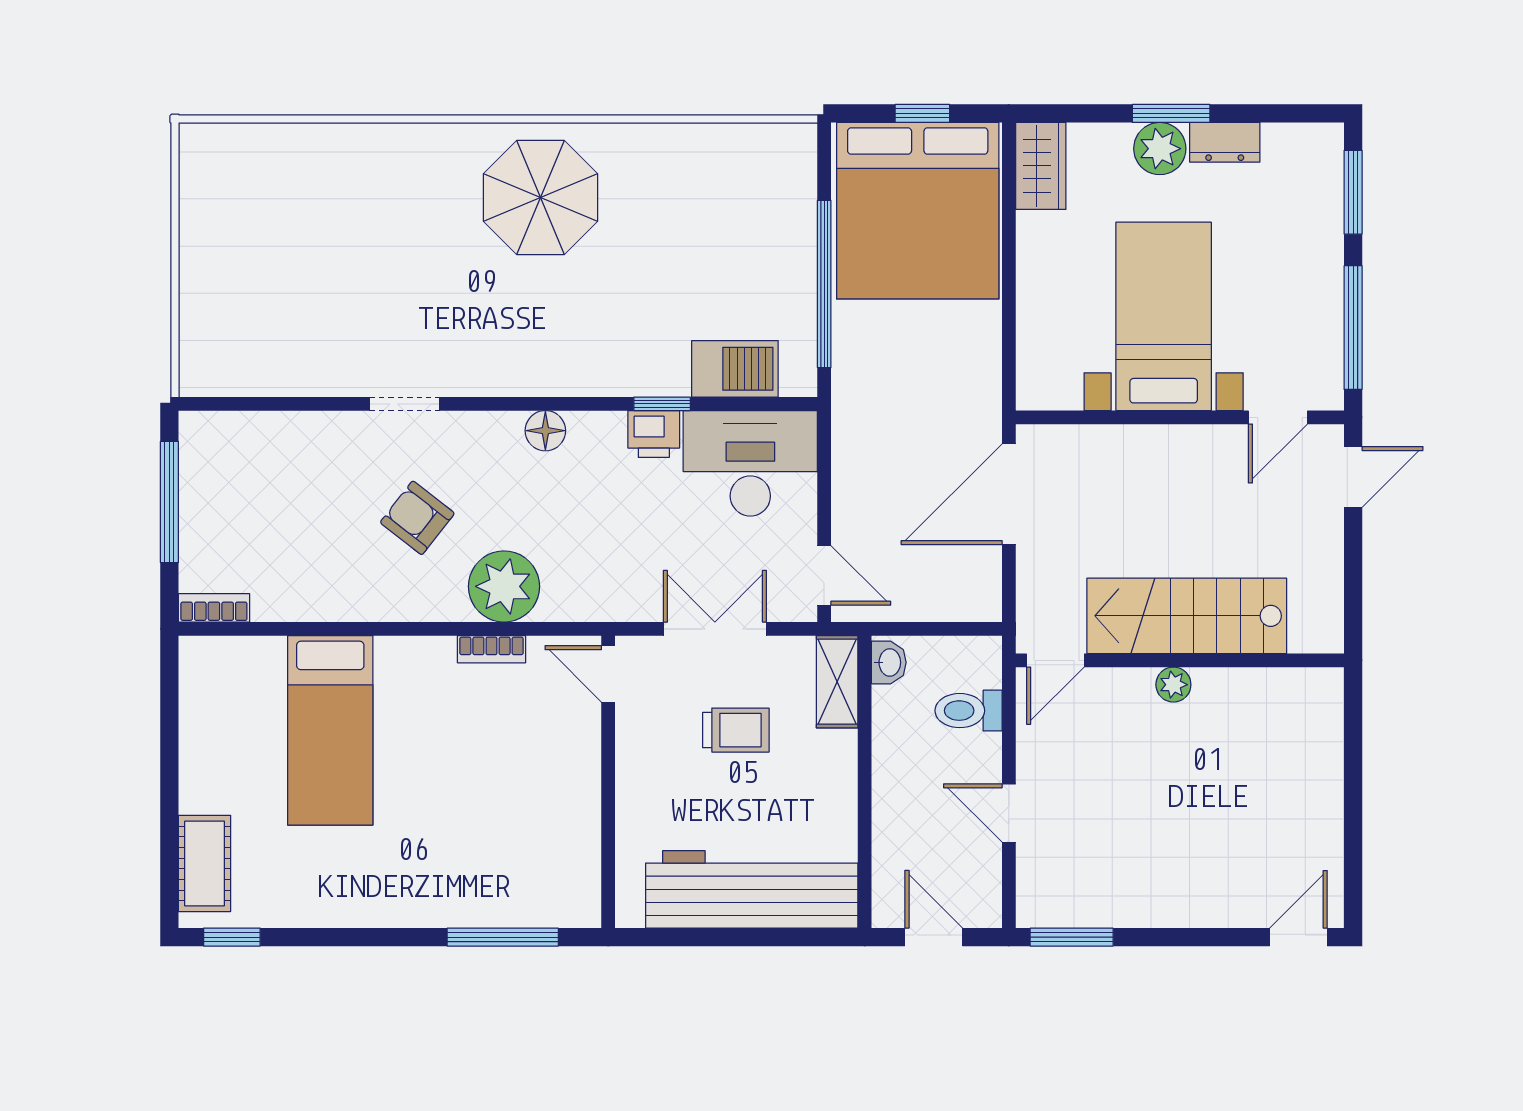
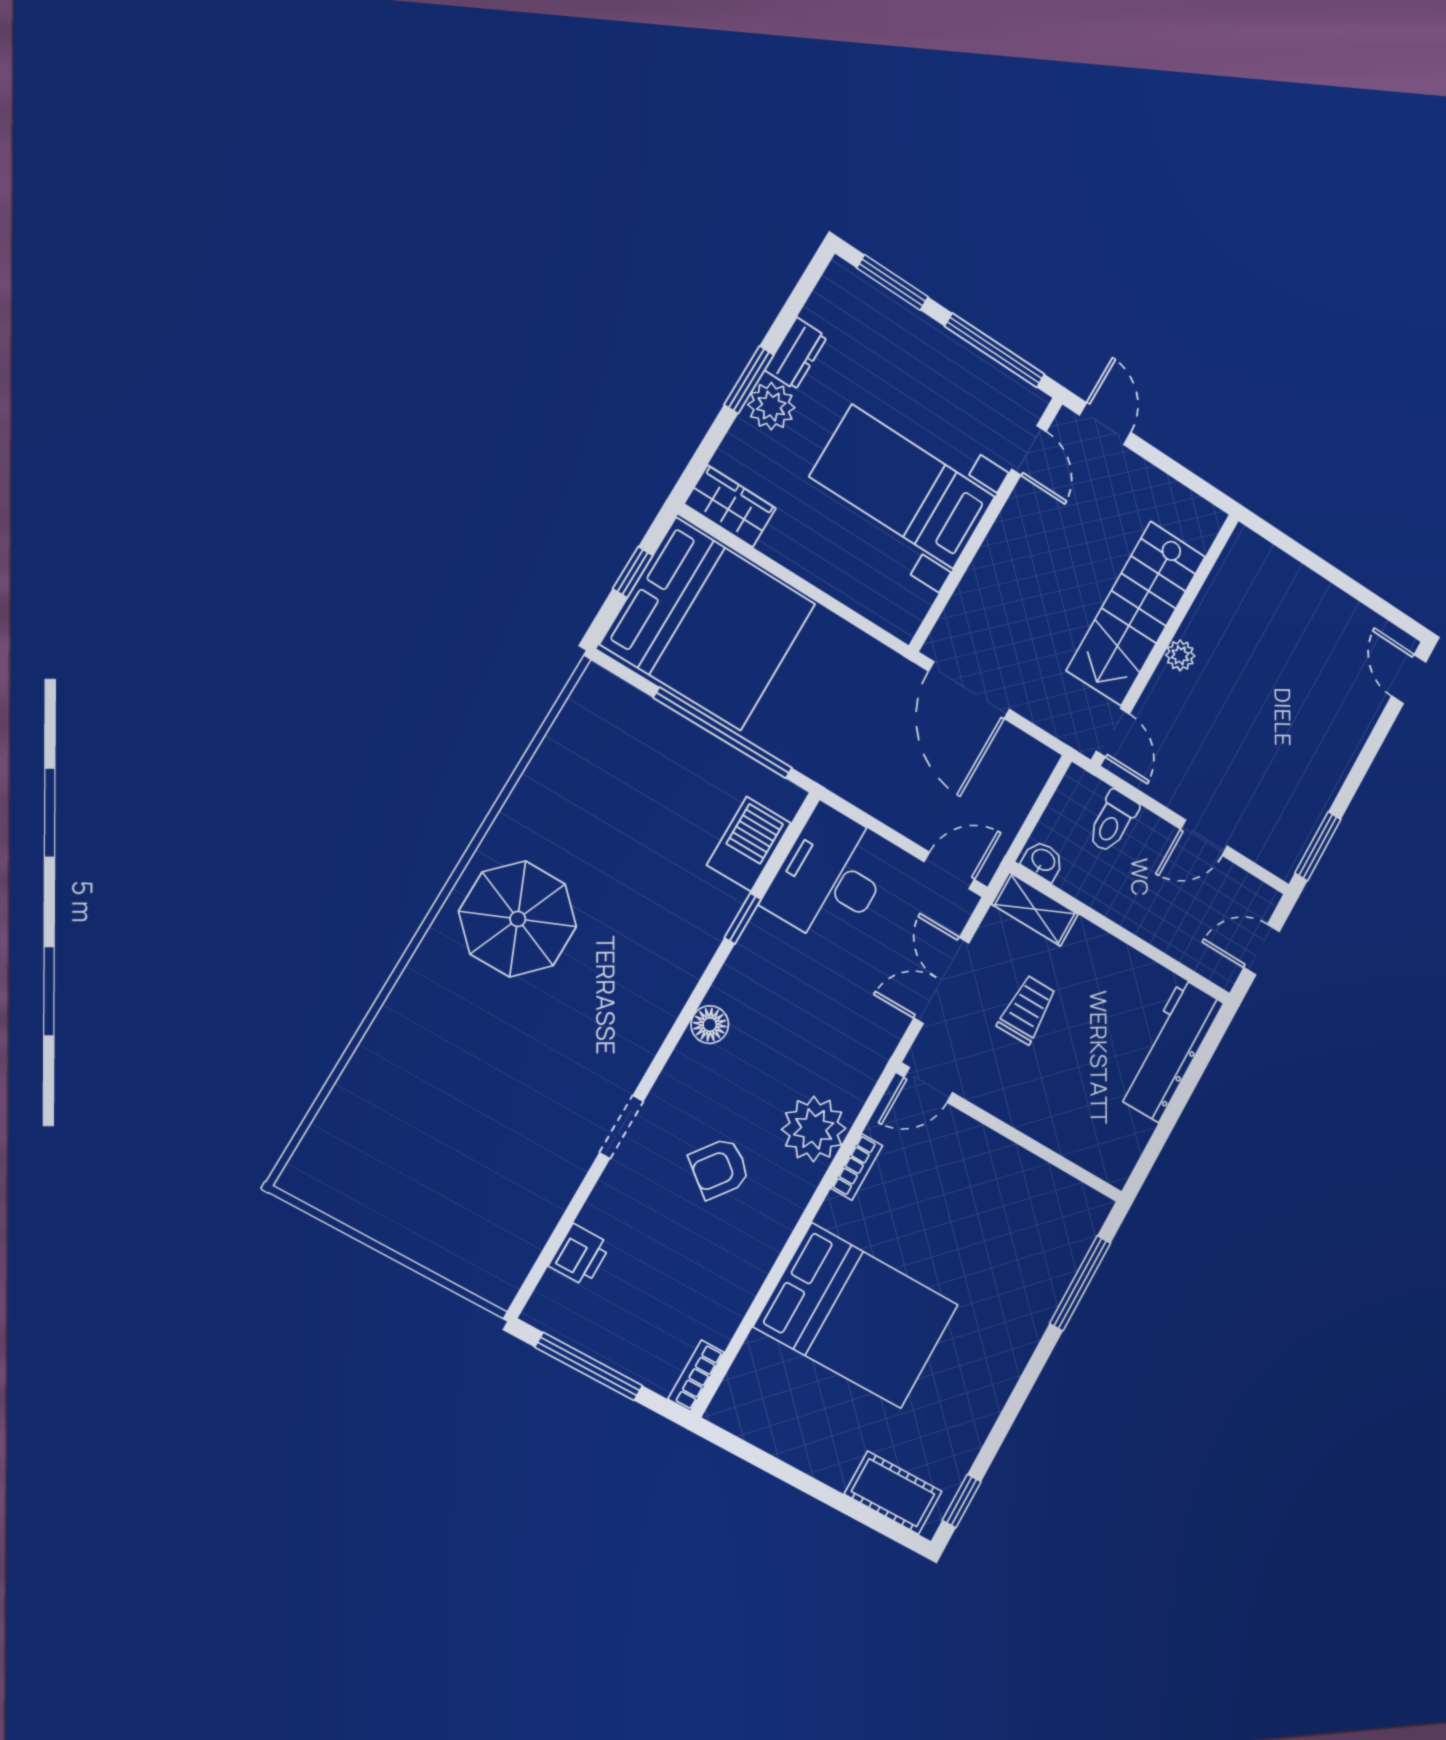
printer: (654, 434) -> (580, 1255), moved
bed: (330, 730) -> (856, 1316), width x1.50
workbench: (752, 889) -> (1170, 1050), width x0.73, depth x0.76

